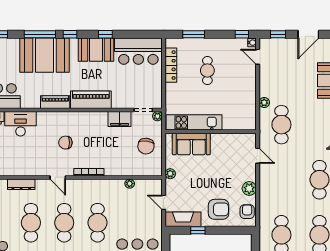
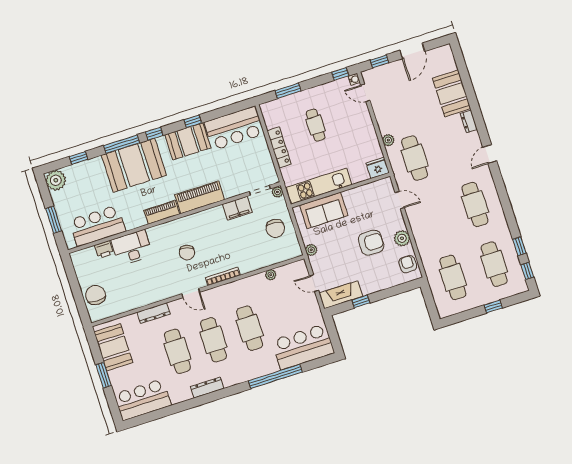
locker: (171, 65) -> (279, 148), moved
fridge: (248, 123) -> (378, 168), added
chair: (65, 143) -> (187, 253), turned -75
armchair: (219, 209) -> (371, 243), moved

